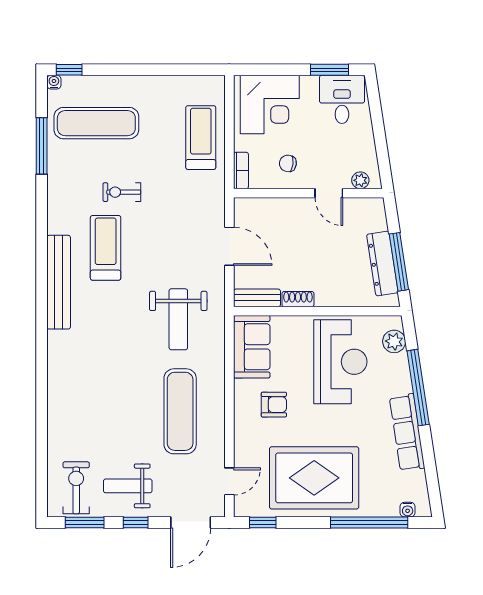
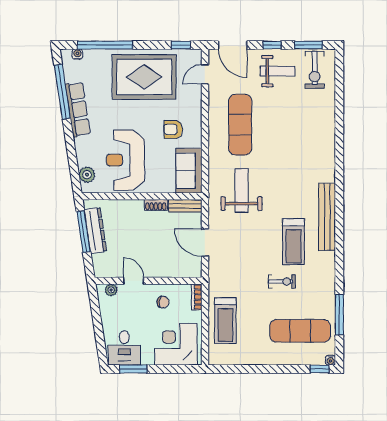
window: (418, 388) -> (62, 92), moved
door: (191, 522) -> (233, 45), swing flipped

